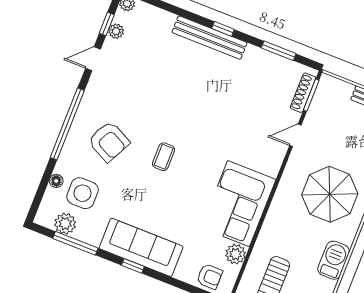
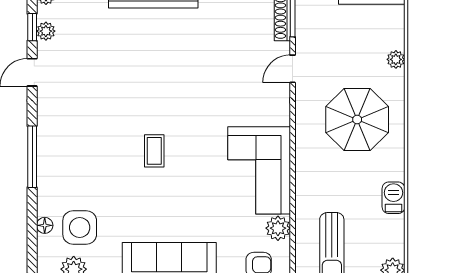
window: (67, 124) -> (32, 157), width x0.68
armchair: (109, 142) -> (86, 158), removed
barbecue: (334, 260) -> (393, 198), width x0.73, depth x0.79

